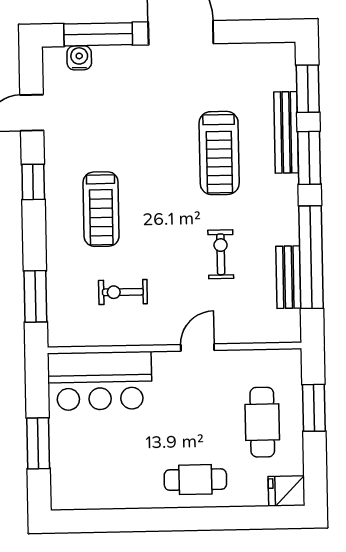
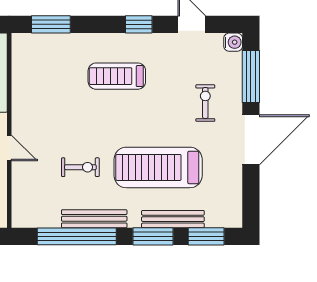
water cooler: (79, 58) -> (233, 42), moved
treadmill: (219, 153) -> (158, 167), width x1.37, depth x1.38
bench: (288, 277) -> (94, 219), moved, width x1.36
exercise bike: (123, 292) -> (205, 103), moved

